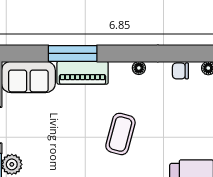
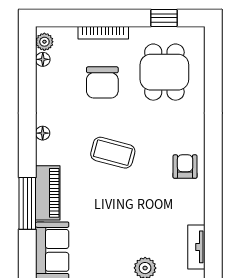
chair: (180, 71) -> (102, 82), moved, width x1.87, depth x1.87

